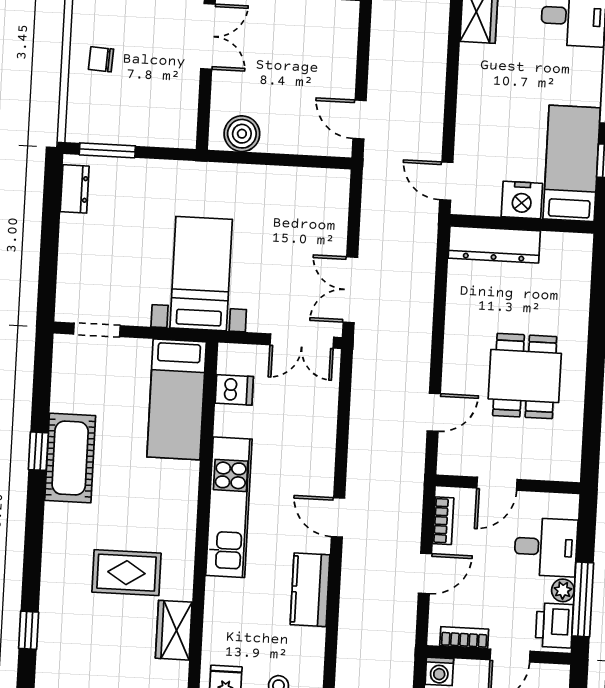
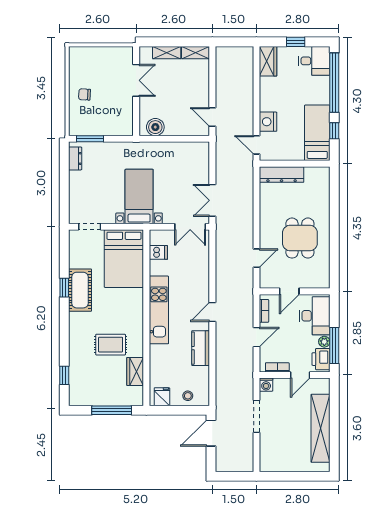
nightstand: (522, 200) -> (268, 122), moved, turned 90
bed: (177, 399) -> (124, 259), width x1.50
door: (338, 517) -> (212, 312), hinge flipped
desk: (546, 547) -> (315, 316), width x1.37

